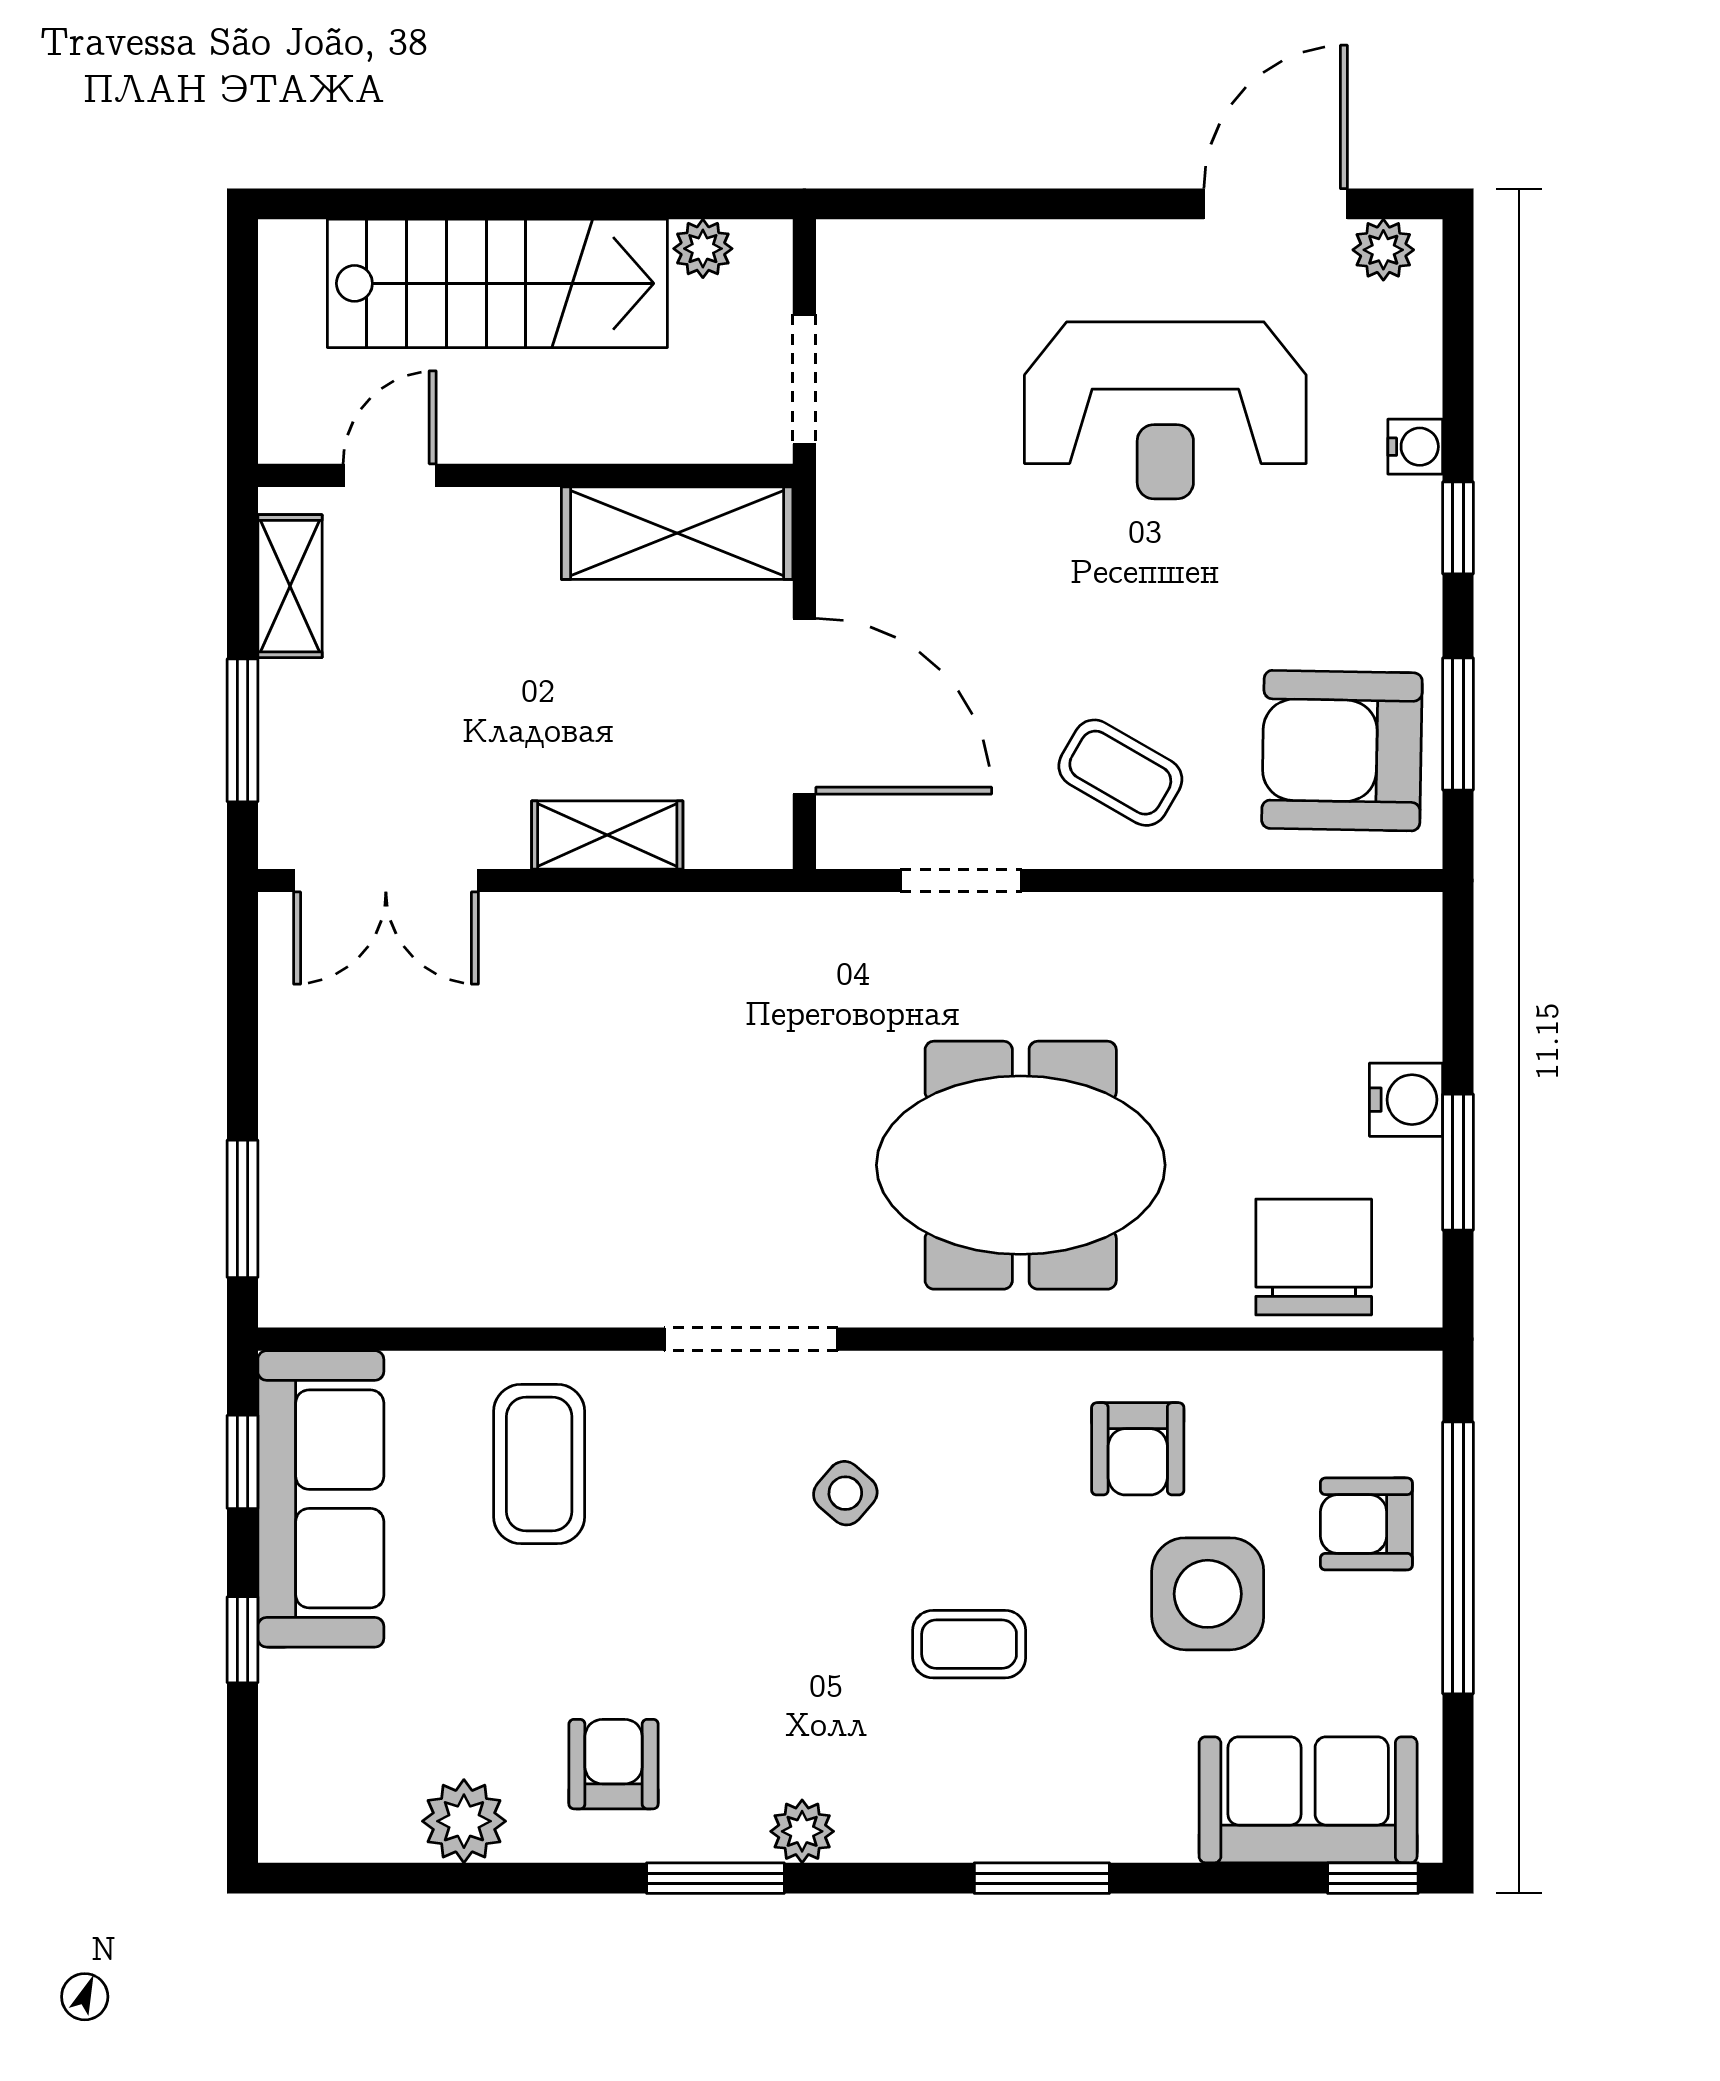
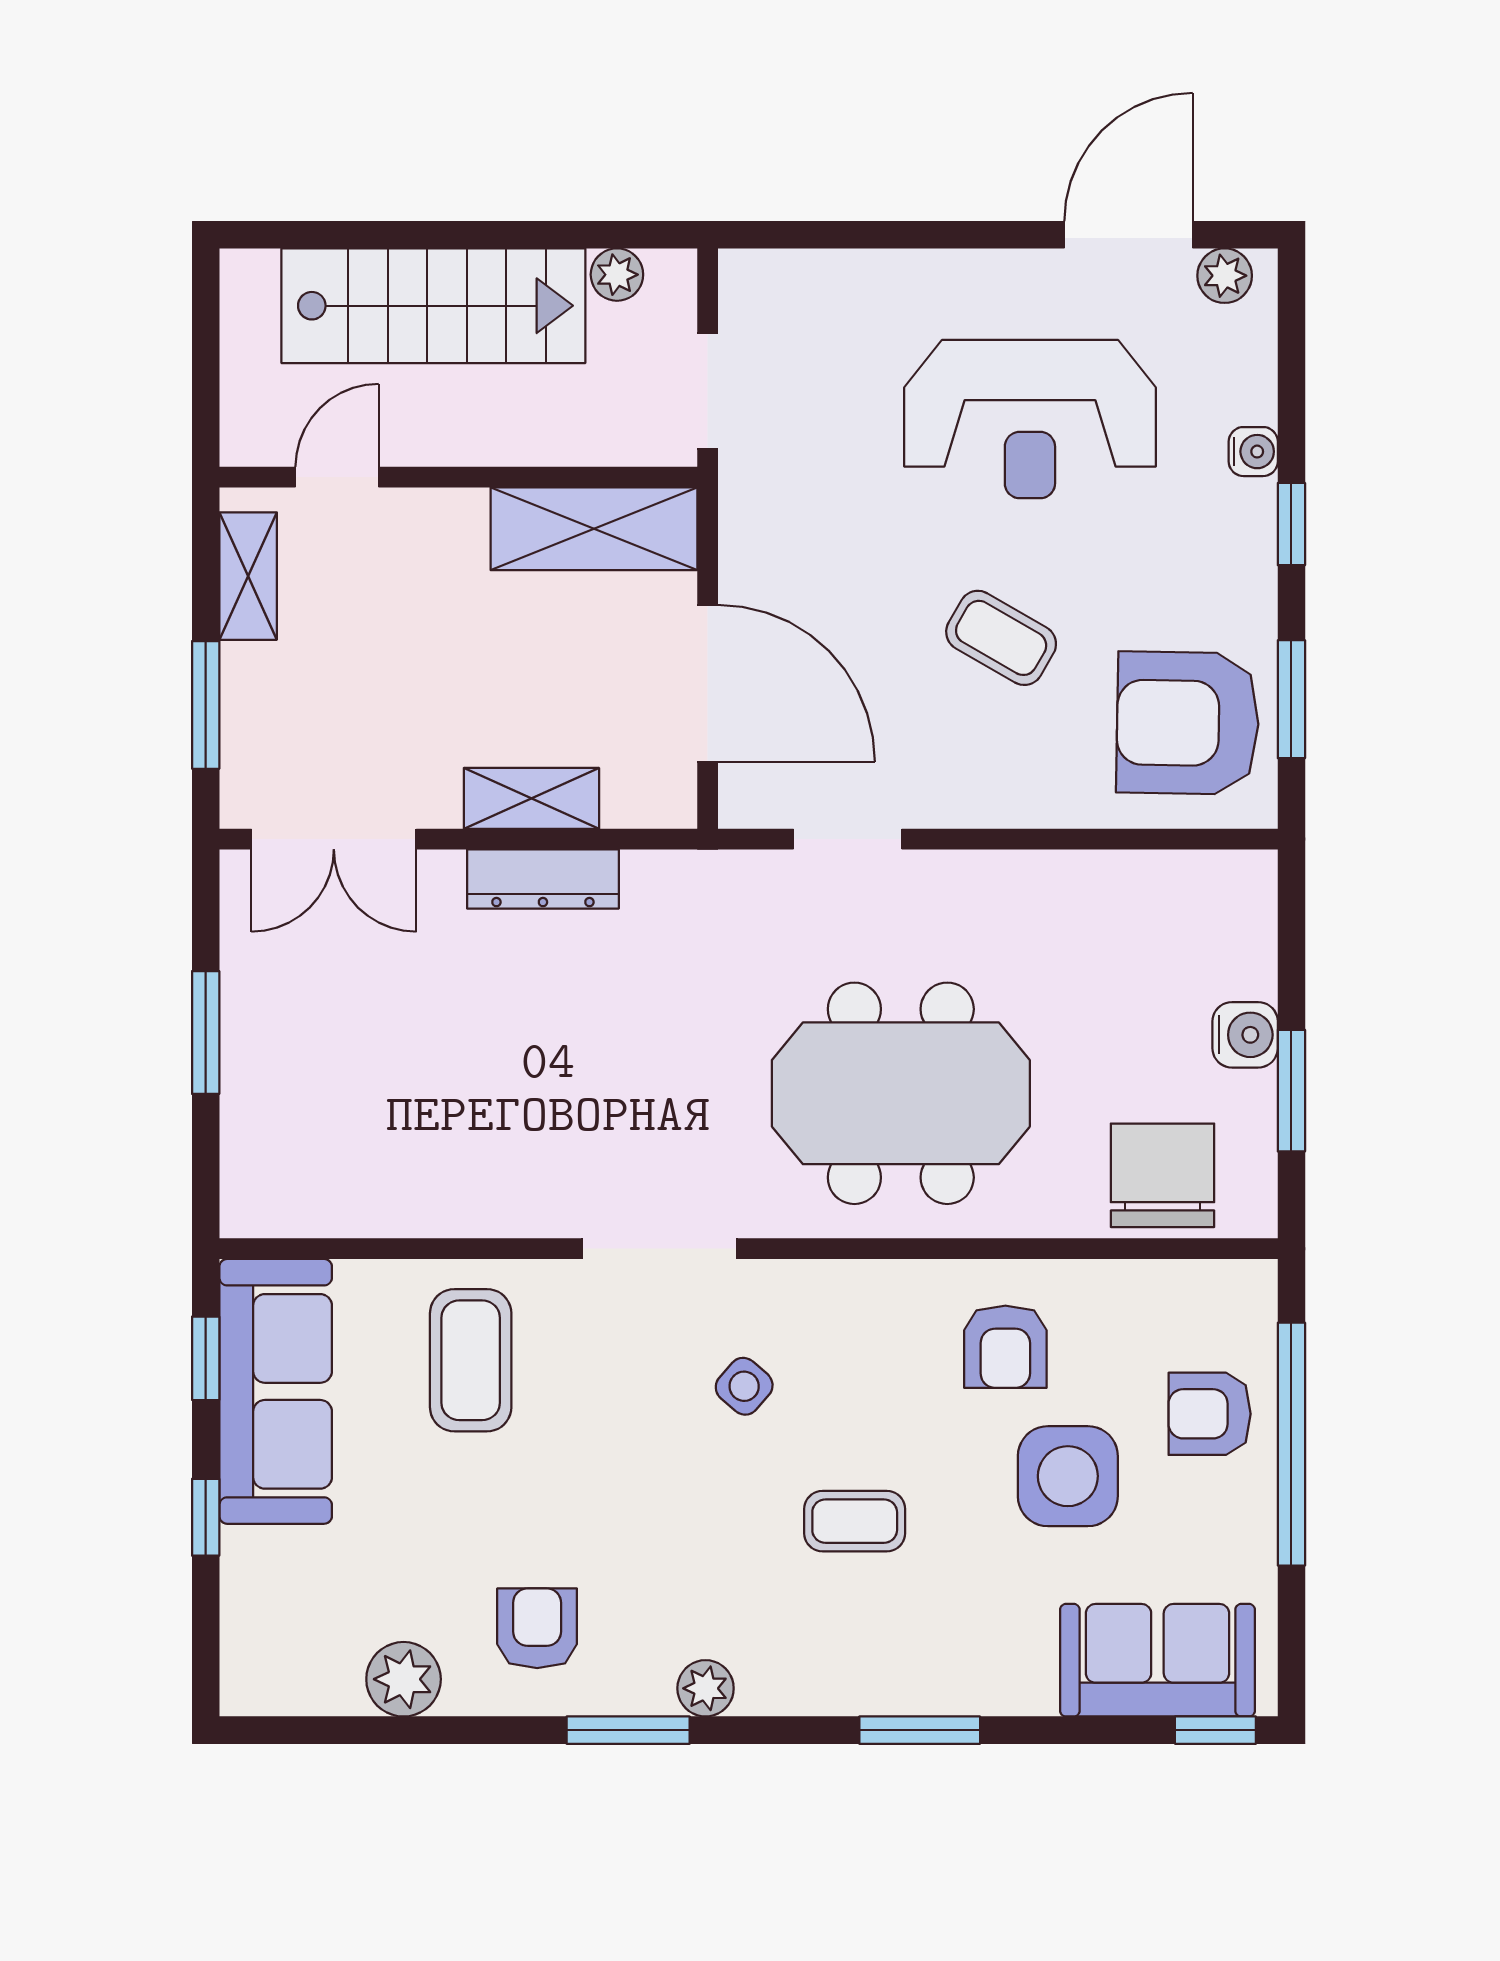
coffee table: (1120, 773) -> (1001, 638), moved
dresser: (620, 925) -> (543, 879), added
window: (243, 1209) -> (206, 1032), moved

